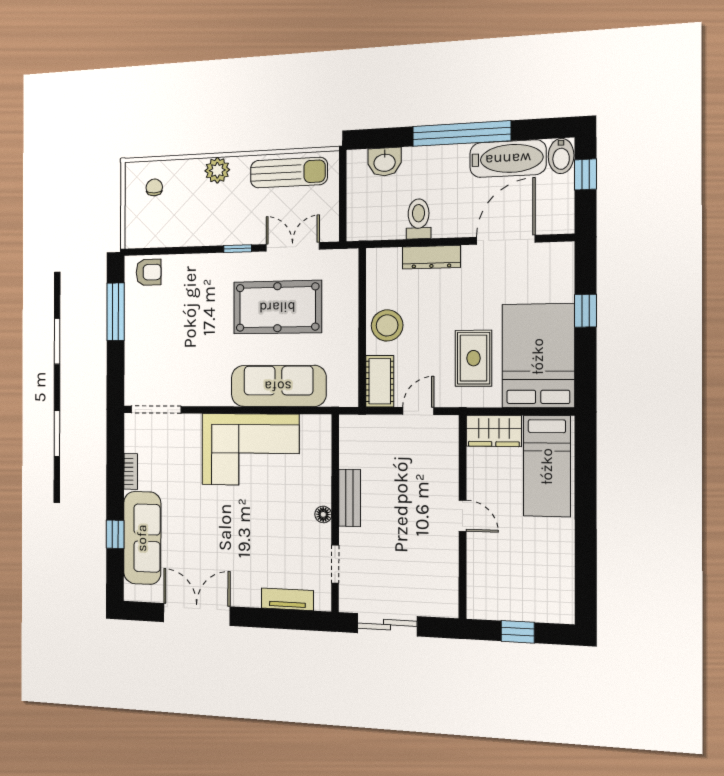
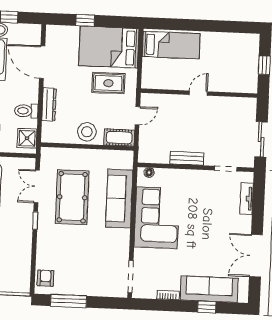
shower: (372, 224) -> (27, 138), added
door: (418, 411) -> (137, 116), swing flipped
wardrobe: (494, 431) -> (150, 73), removed
floor lamp: (323, 514) -> (149, 172), moved

